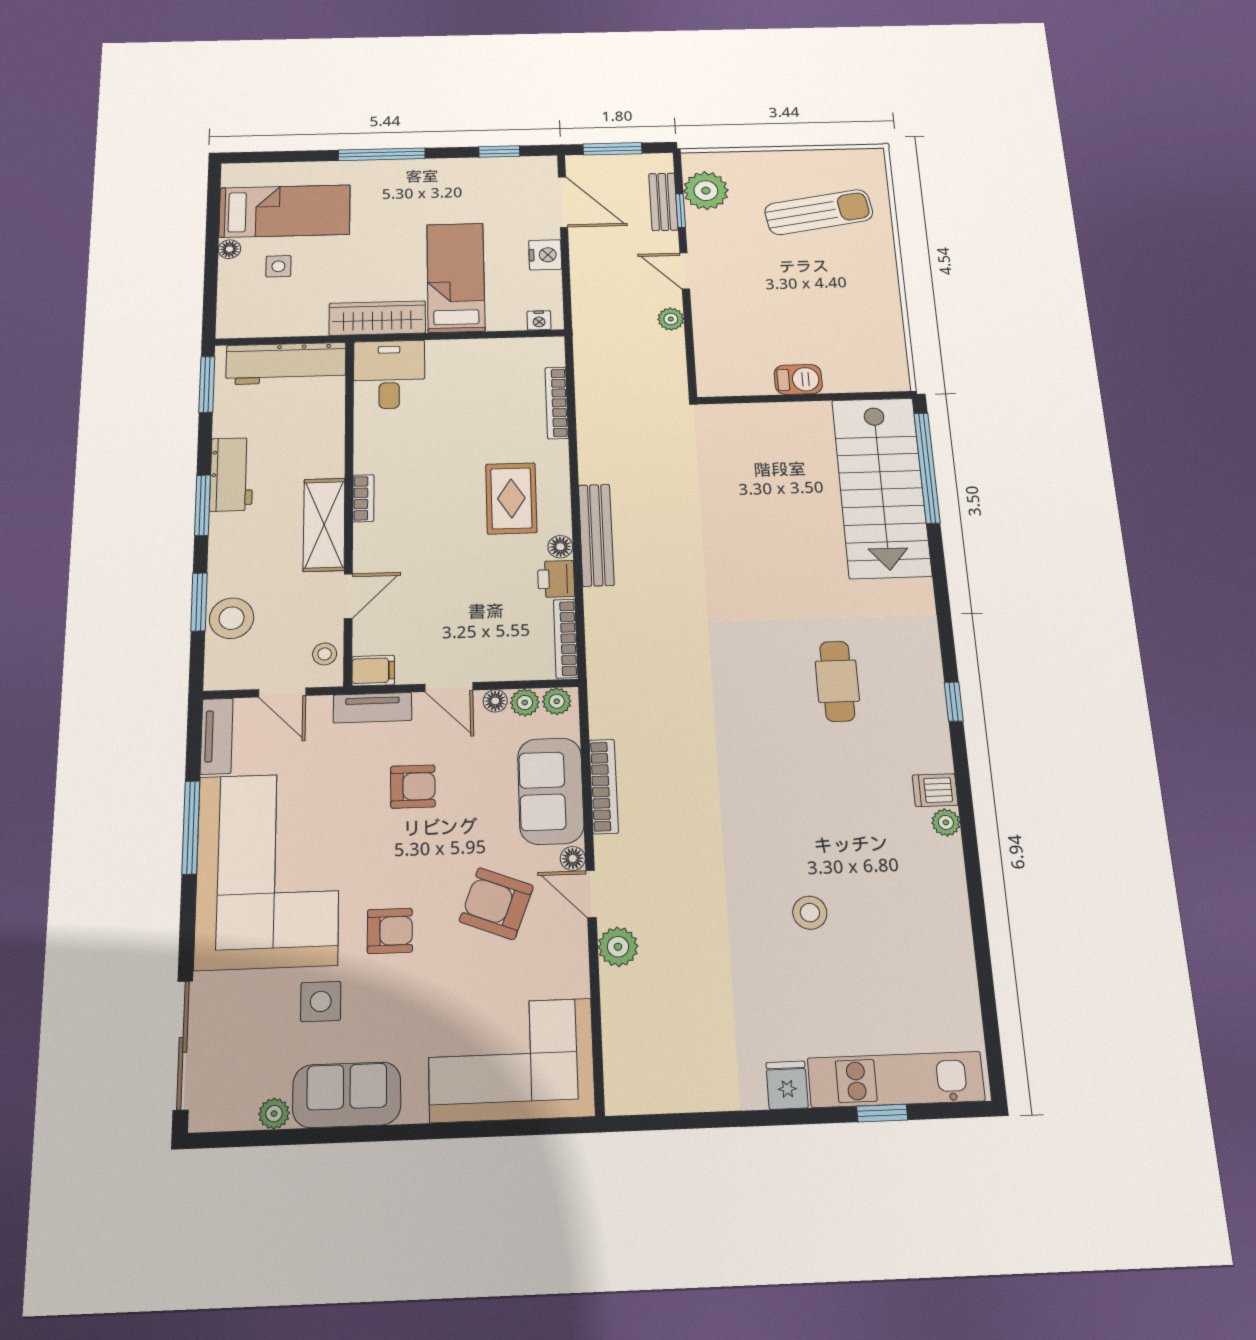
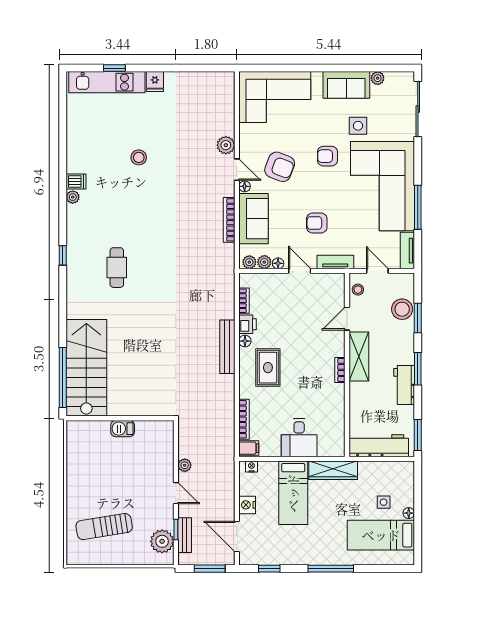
desk: (389, 375) -> (299, 438), moved
bookcase: (566, 638) -> (244, 301), width x0.64
filing cabinet: (373, 671) -> (249, 448), moved, turned 180
dishwasher: (935, 790) -> (76, 181), moved

